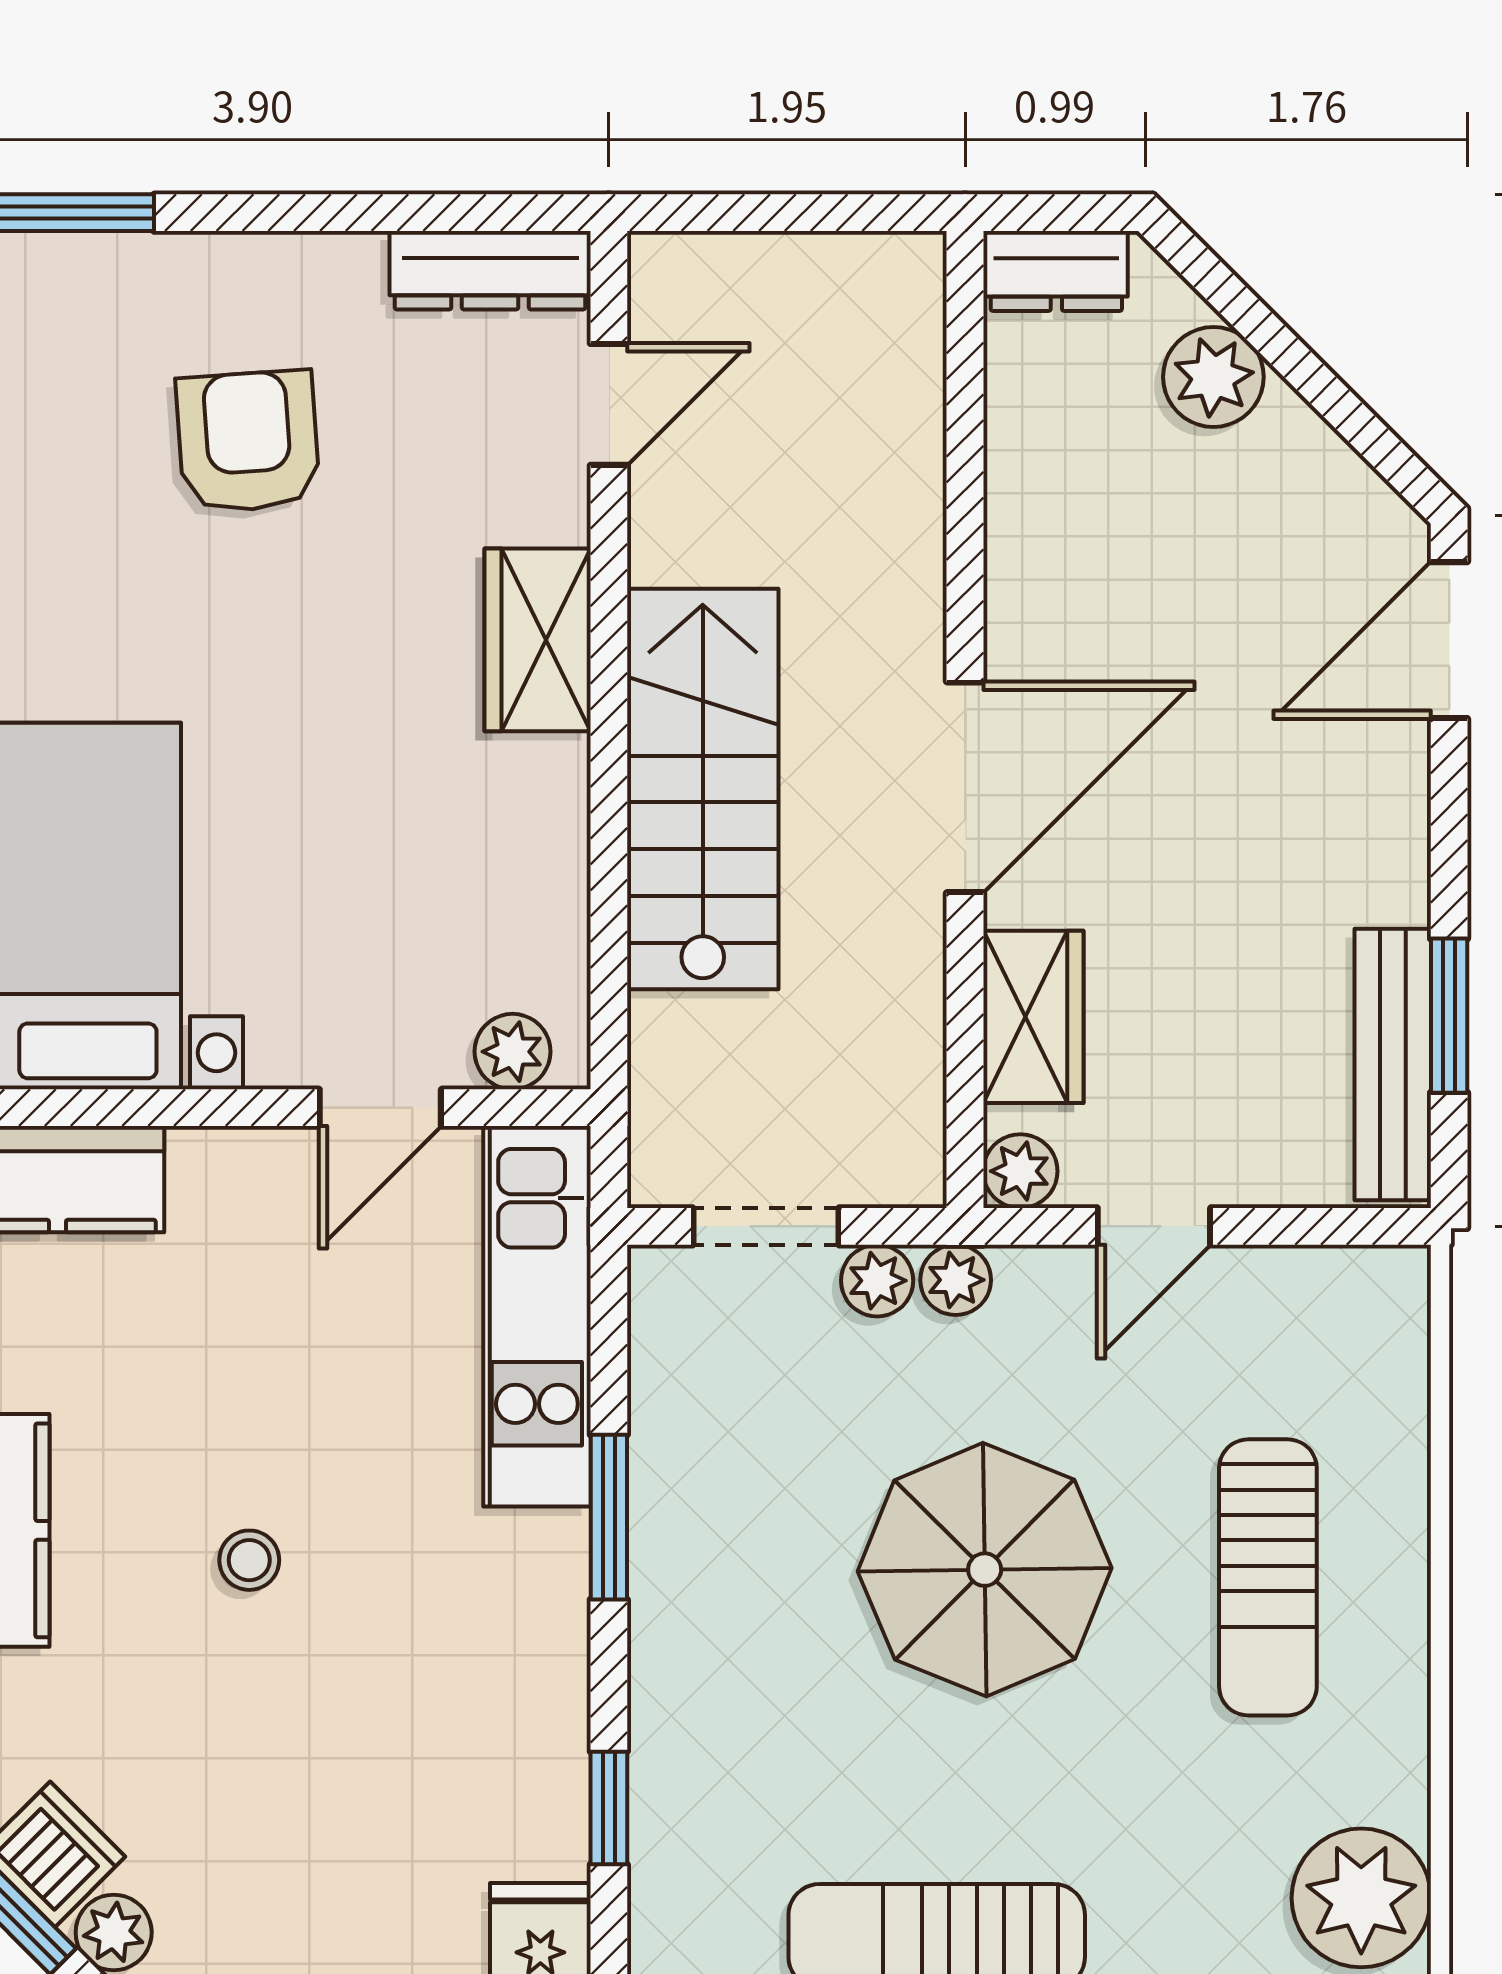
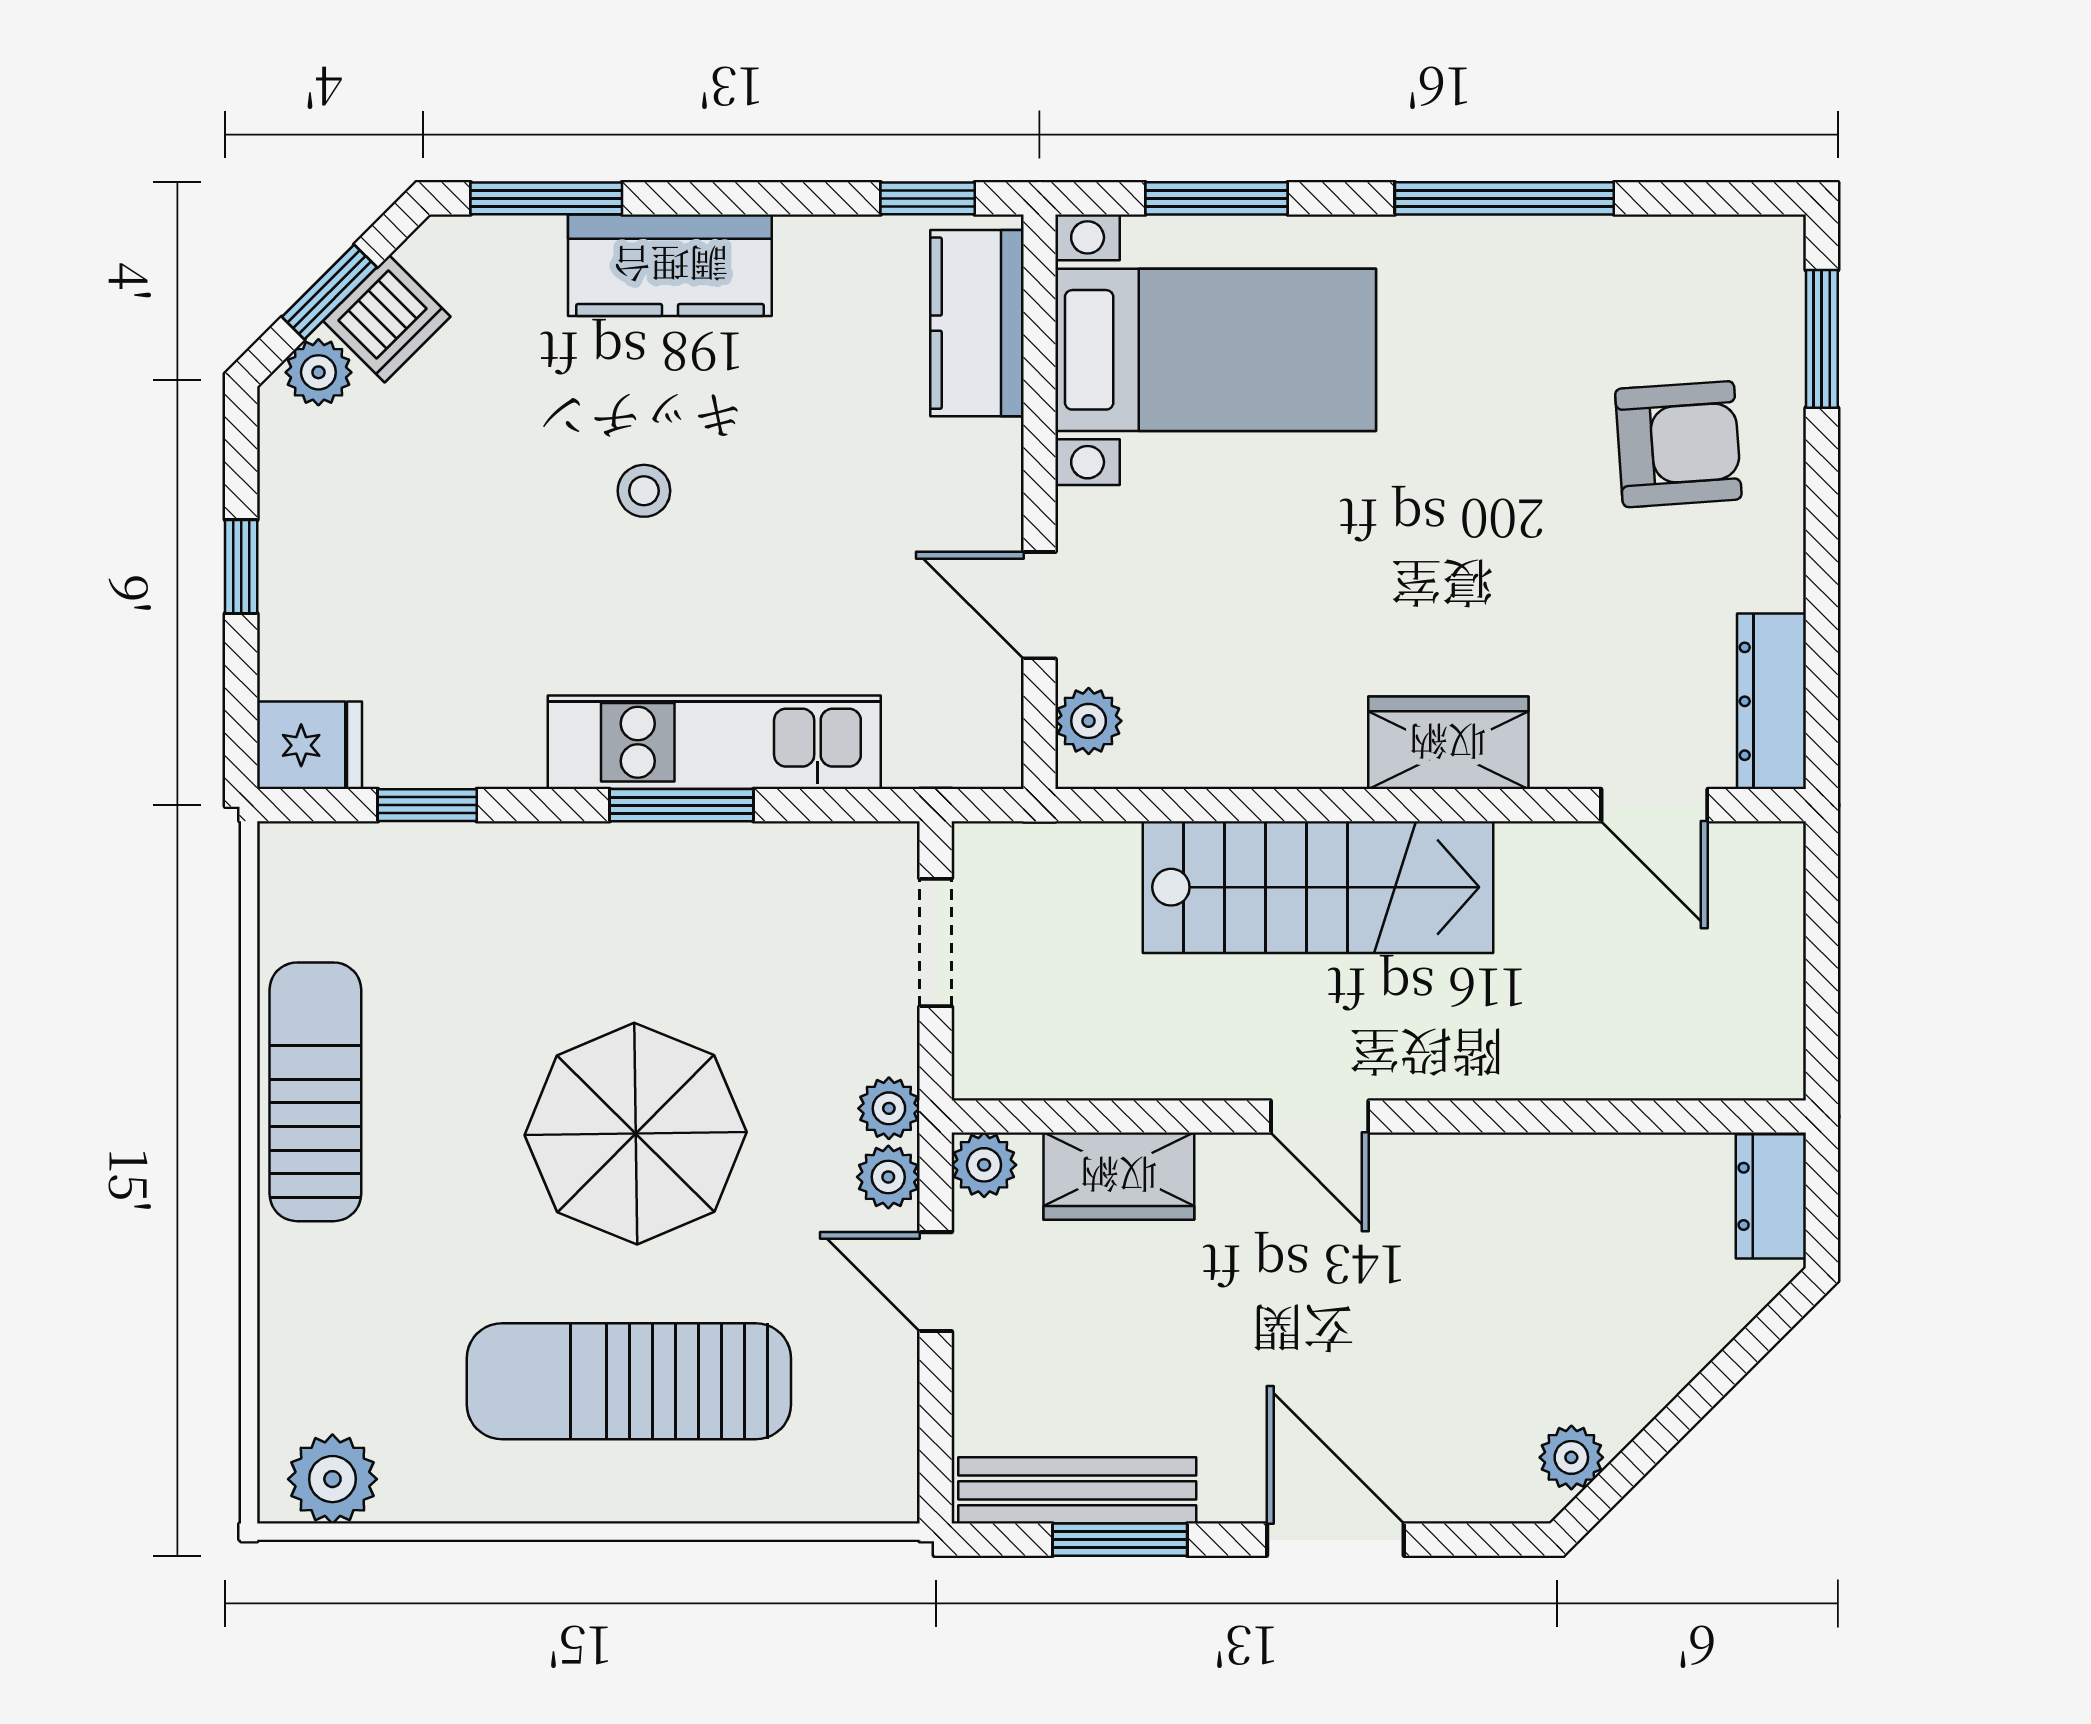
plant: (1213, 377) -> (1571, 1457), moved, width x0.73, depth x0.73
armchair: (248, 441) -> (1678, 444), moved
door: (1449, 640) -> (1335, 1540), moved
door: (965, 787) -> (1320, 1116), width x0.53
plant: (877, 1281) -> (888, 1177), moved
kitchen unit: (537, 1316) -> (714, 742), moved
sun lounger: (1268, 1577) -> (629, 1381), width x1.36, depth x1.34
plant: (1361, 1898) -> (332, 1479), width x0.73, depth x0.73

